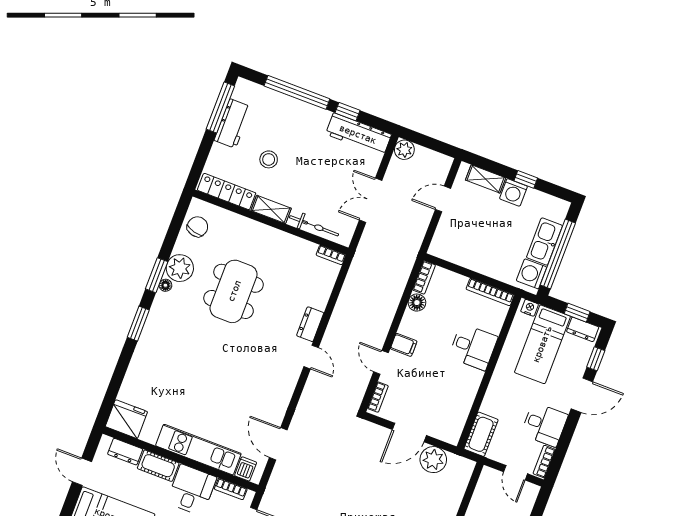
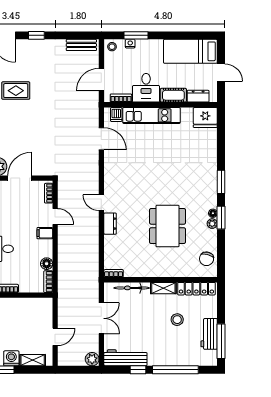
plant: (180, 268) -> (212, 224), width x0.53, depth x0.53

